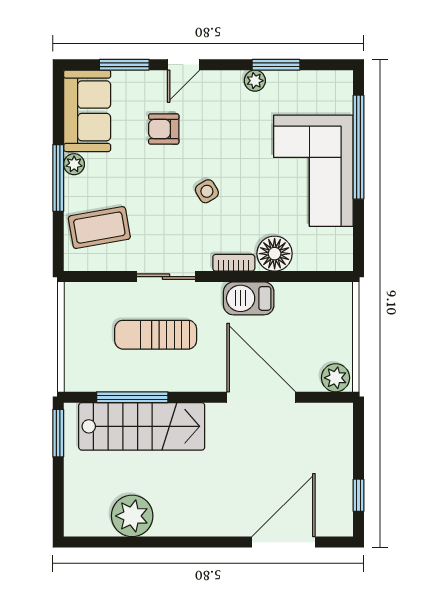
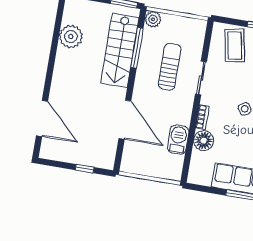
barbecue: (249, 298) -> (178, 140), moved
plant: (335, 378) -> (153, 19), moved
door: (261, 397) -> (125, 120), hinge flipped
window: (358, 495) -> (85, 169), moved

